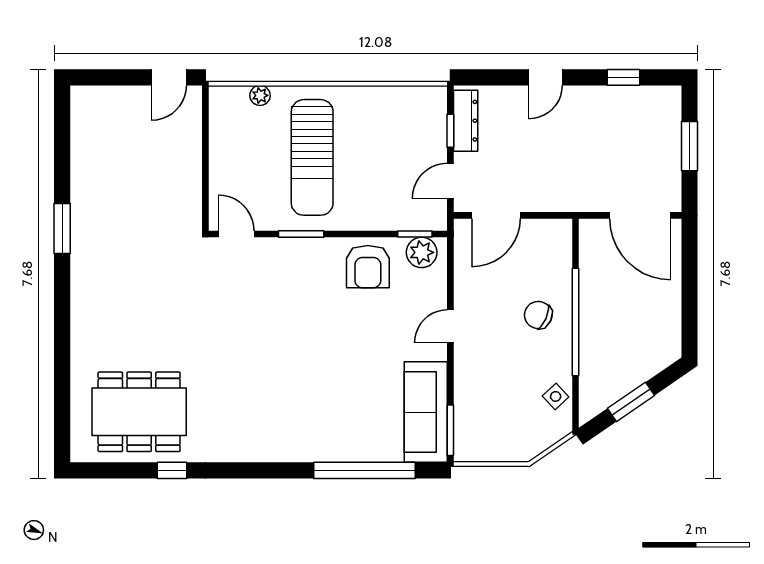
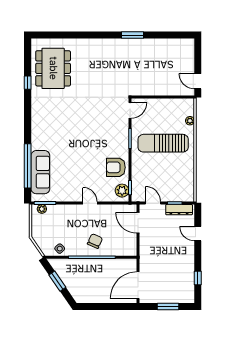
door: (545, 77) -> (198, 234), moved
sofa: (426, 412) -> (40, 172), moved, turned 90
plant: (464, 438) -> (42, 209), added

